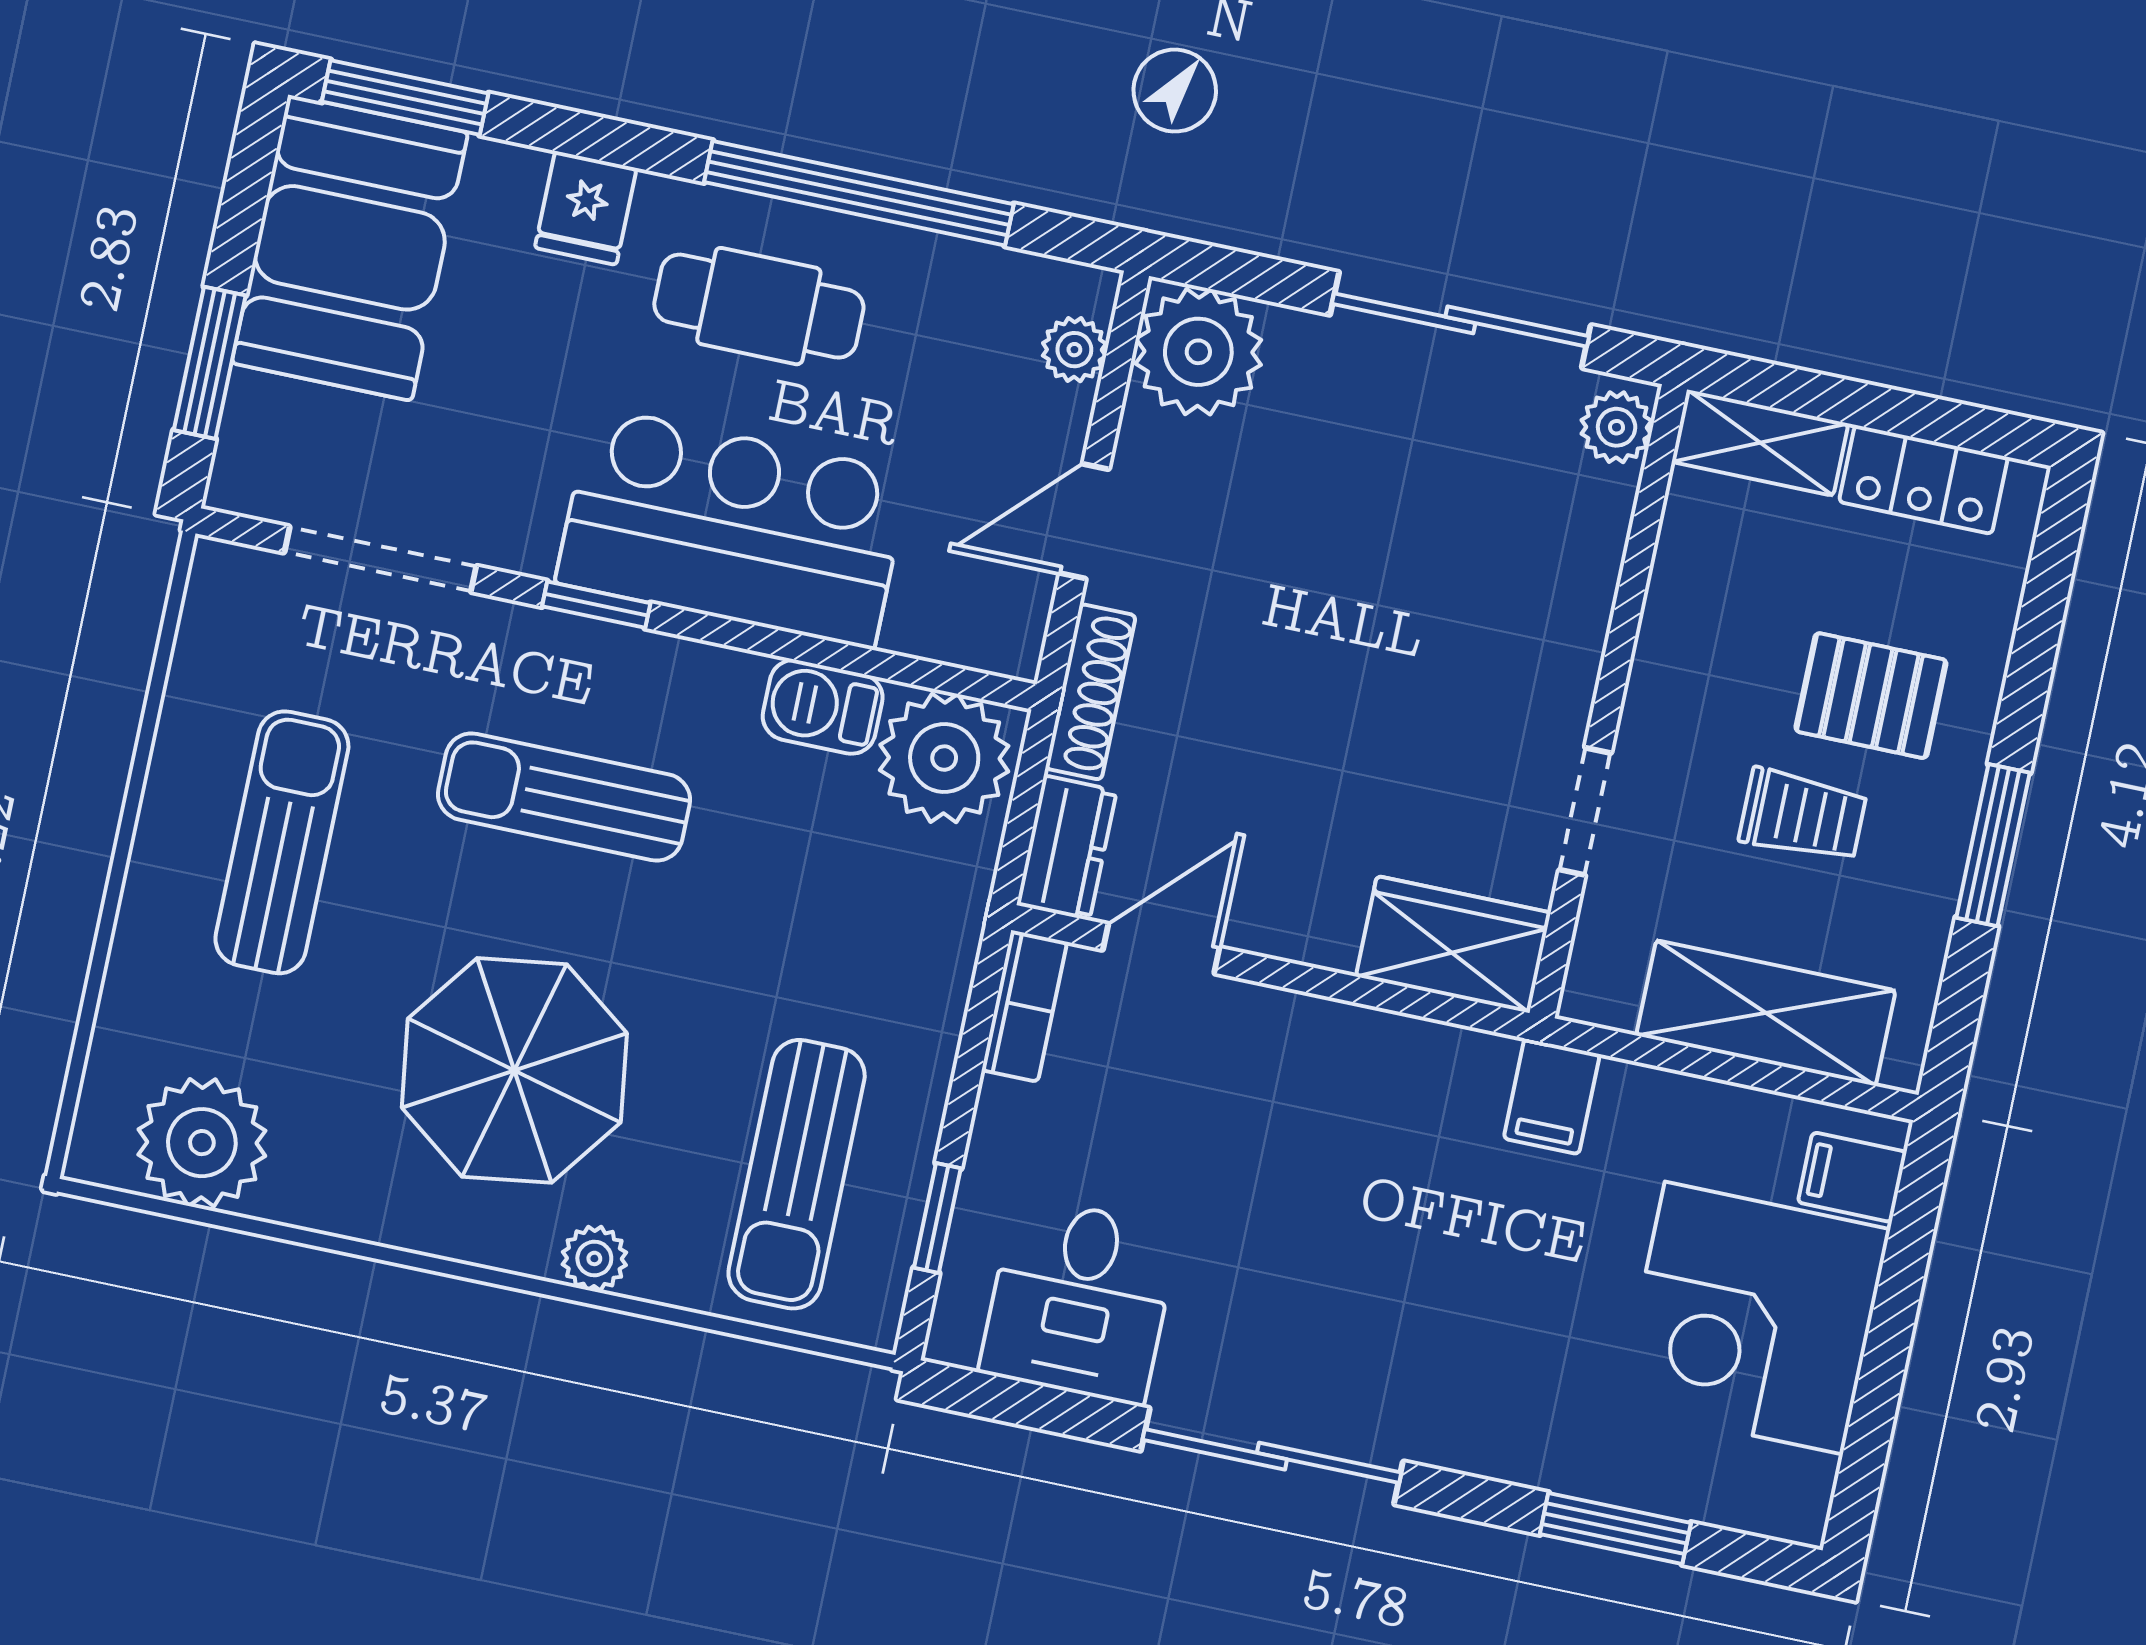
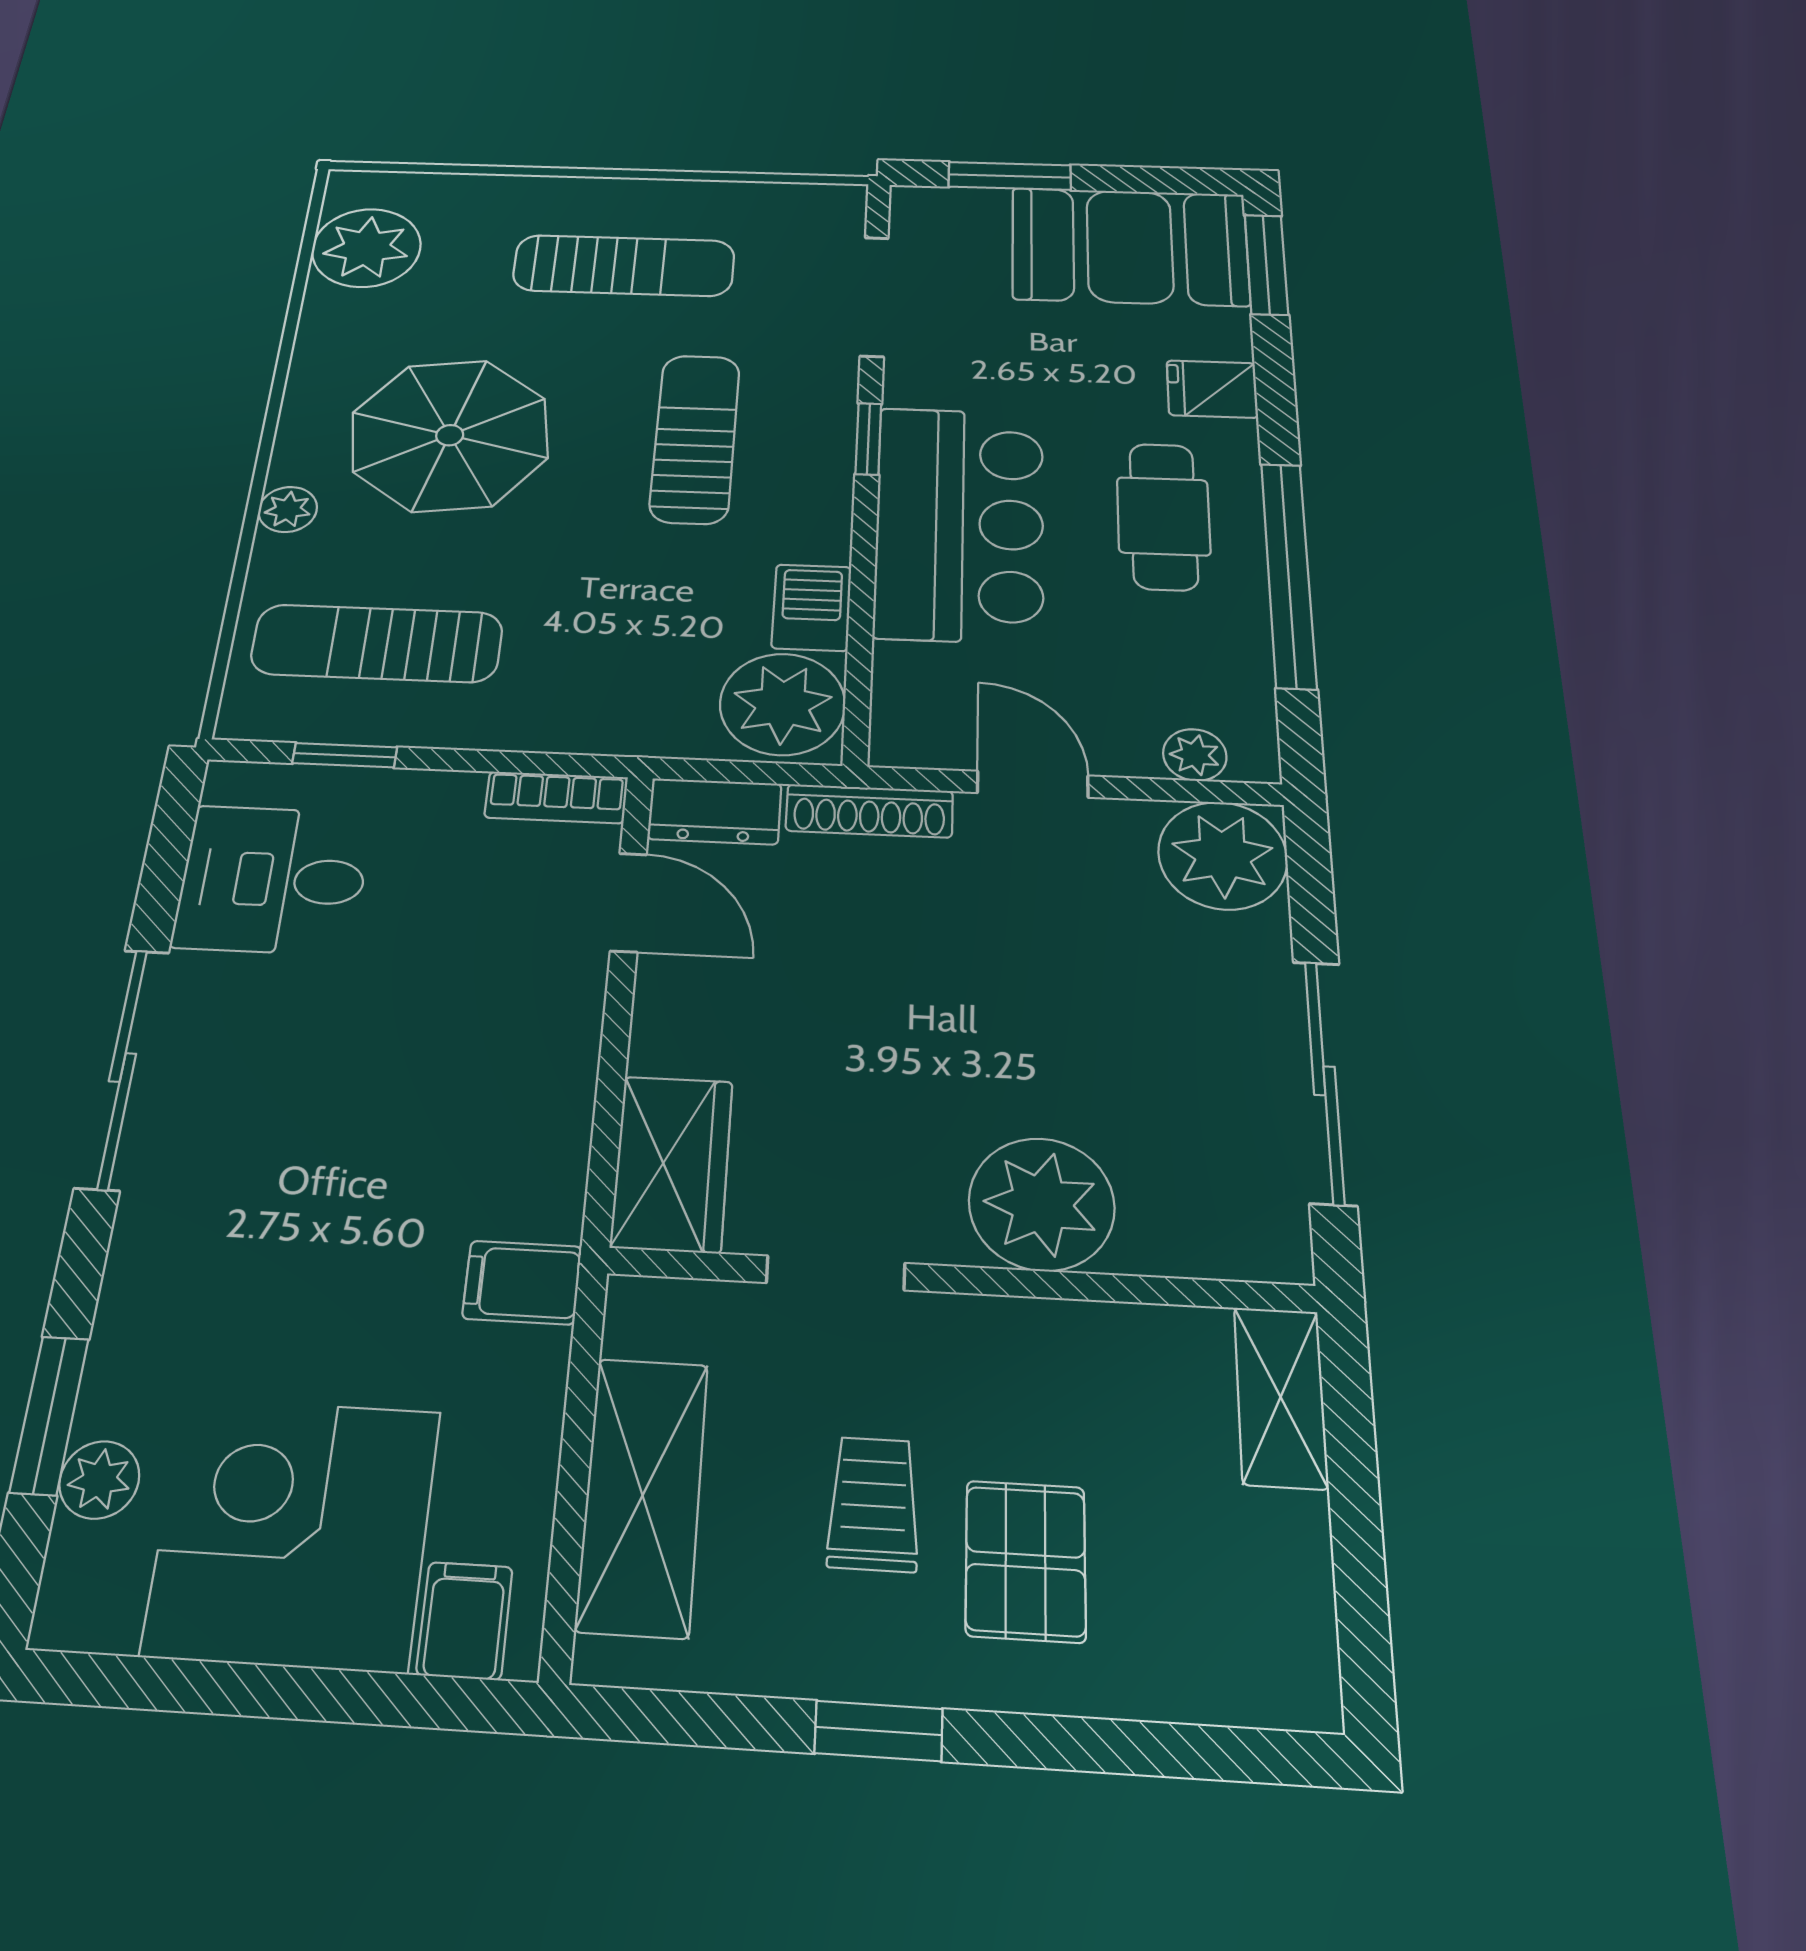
plant: (1617, 427) -> (1042, 1204), moved, width x1.87, depth x1.87
locker: (1923, 479) -> (1288, 1585), removed
trolley: (1803, 815) -> (873, 1504), turned 180
window: (1993, 845) -> (879, 1731), width x0.67
plant: (1682, 1485) -> (99, 1480), added

